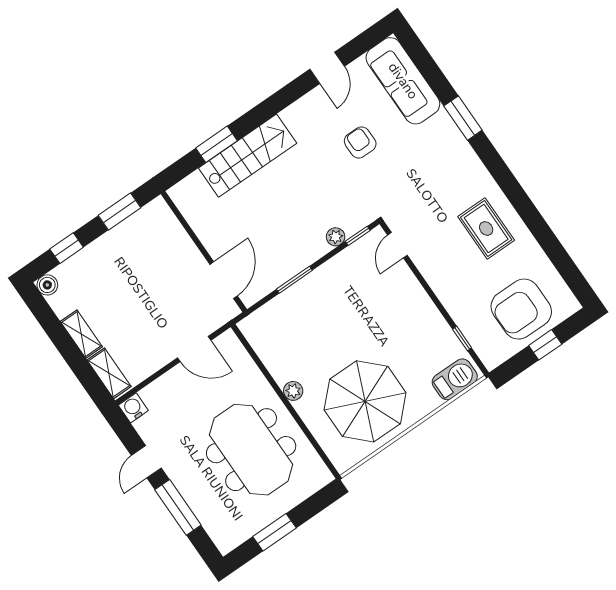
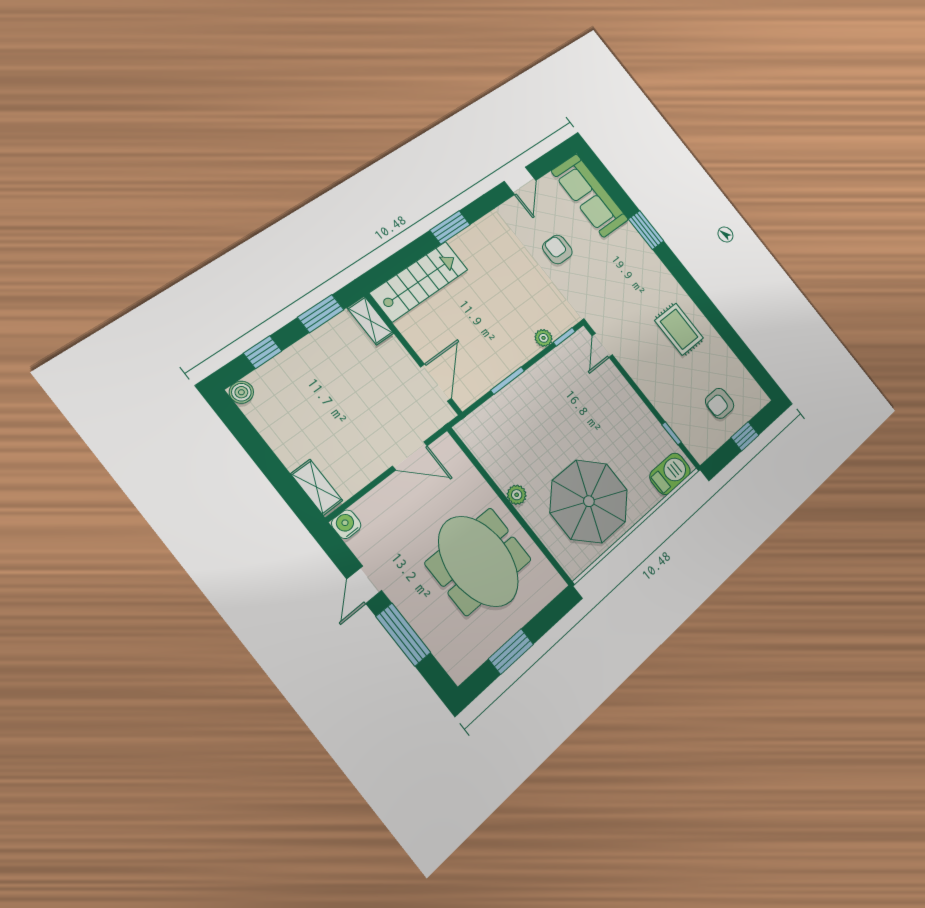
window: (217, 144) -> (450, 227), moved
stairs: (248, 156) -> (419, 281), moved
armchair: (521, 309) -> (720, 403), width x0.53, depth x0.53
shelving: (81, 334) -> (370, 320), moved

